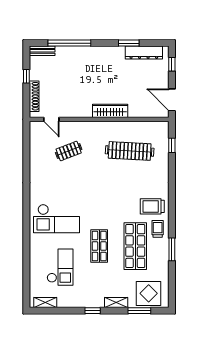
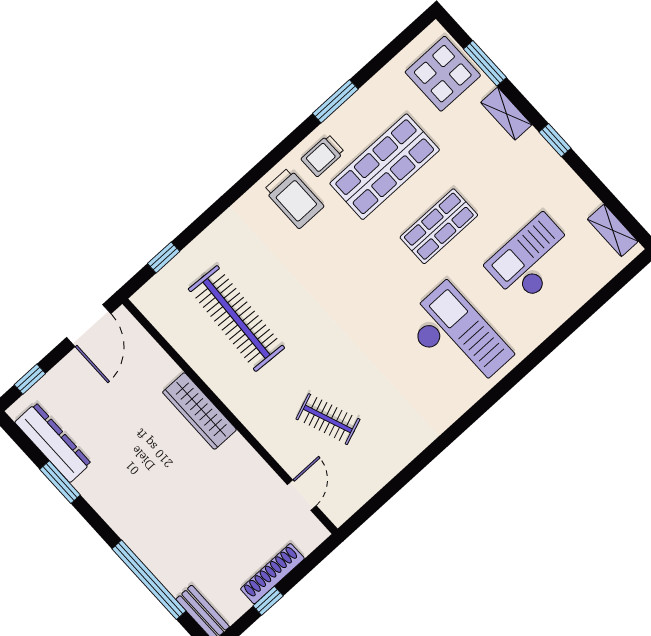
shoe rack: (34, 96) -> (272, 574), moved

